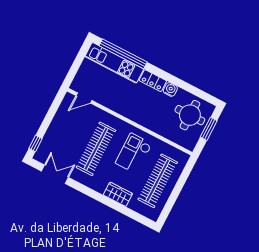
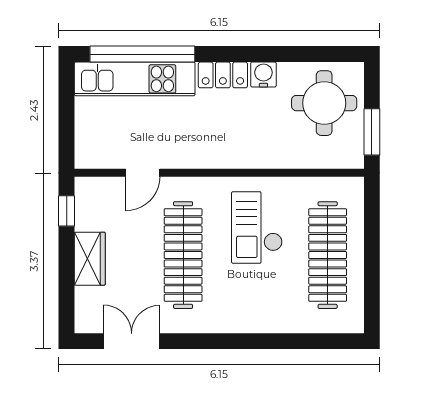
door: (84, 98) -> (143, 173), moved
window: (209, 129) -> (372, 132), moved
window: (35, 143) -> (67, 211), moved
wardrobe: (118, 194) -> (90, 259), moved, turned 90

